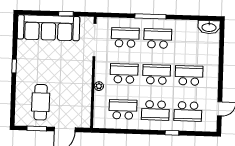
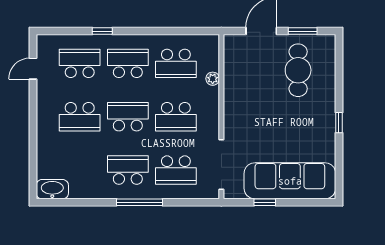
school desk: (158, 38) -> (128, 170), turned 180
school desk: (157, 74) -> (128, 117), turned 180
plant: (99, 86) -> (213, 79), moved

